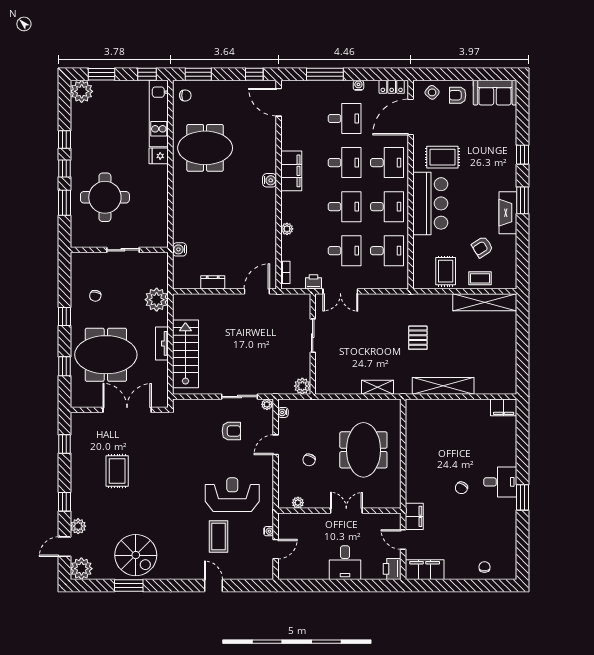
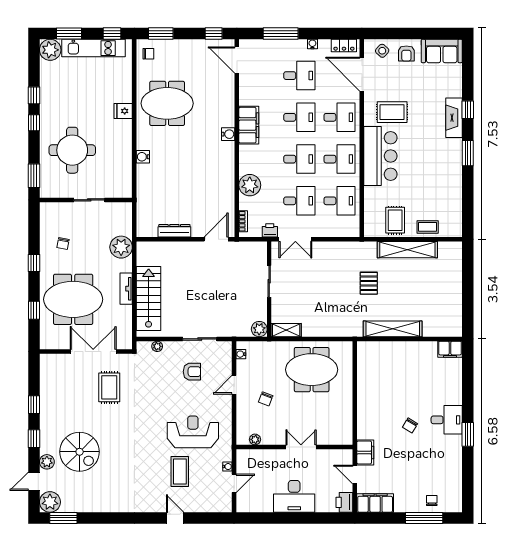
armchair: (458, 95) -> (406, 53), turned -90
kitchen unit: (159, 113) -> (94, 48), moved, turned -90
door: (411, 117) -> (362, 74), hinge flipped
window: (64, 203) -> (34, 176), moved
fireplace: (508, 213) -> (454, 118), moved
plant: (287, 229) -> (250, 185), width x1.87, depth x1.87
armchair: (482, 247) -> (430, 197), removed
water cooler: (180, 249) -> (143, 157), moved
dresser: (213, 282) -> (174, 231), width x1.44
shelving: (485, 302) -> (407, 250), moved
shelving: (377, 387) -> (286, 330), moved
plant: (267, 404) -> (157, 346), moved
window: (64, 444) -> (34, 405), moved
meeting table: (363, 450) -> (312, 370), moved, turned 90
rug: (117, 471) -> (109, 387), moved
spiral stairs: (136, 555) -> (80, 452), moved
desk: (345, 563) -> (294, 496), width x1.37
window: (129, 585) -> (63, 518), moved
window: (476, 585) -> (424, 518), added

